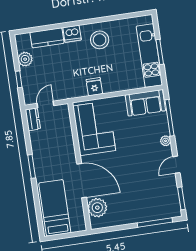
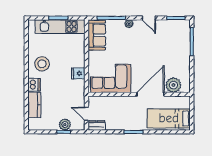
plant: (25, 59) -> (65, 125), moved

